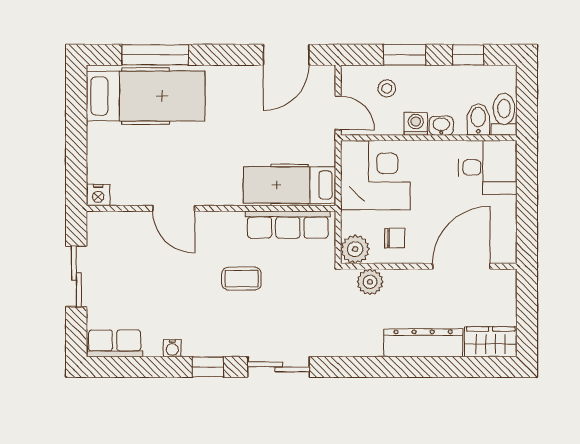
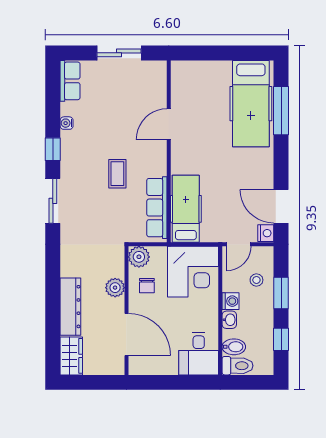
nightstand: (98, 195) -> (266, 233), moved, turned 180
plant: (370, 282) -> (115, 288), moved

